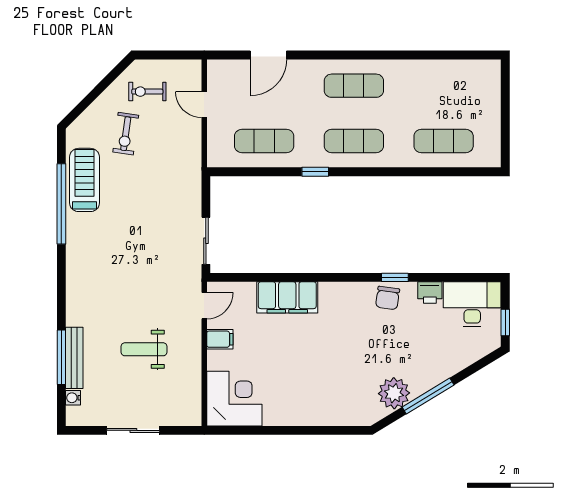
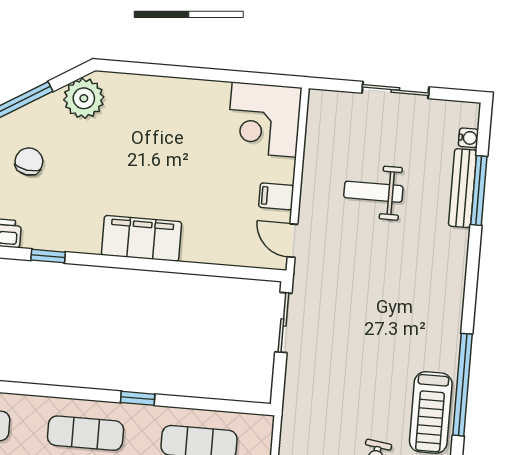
filing cabinet: (287, 297) -> (142, 238), moved
chair: (388, 298) -> (29, 162), moved
door: (204, 306) -> (292, 241), hinge flipped
weight bench: (144, 349) -> (373, 192), turned 180
plant: (394, 393) -> (84, 98), moved

